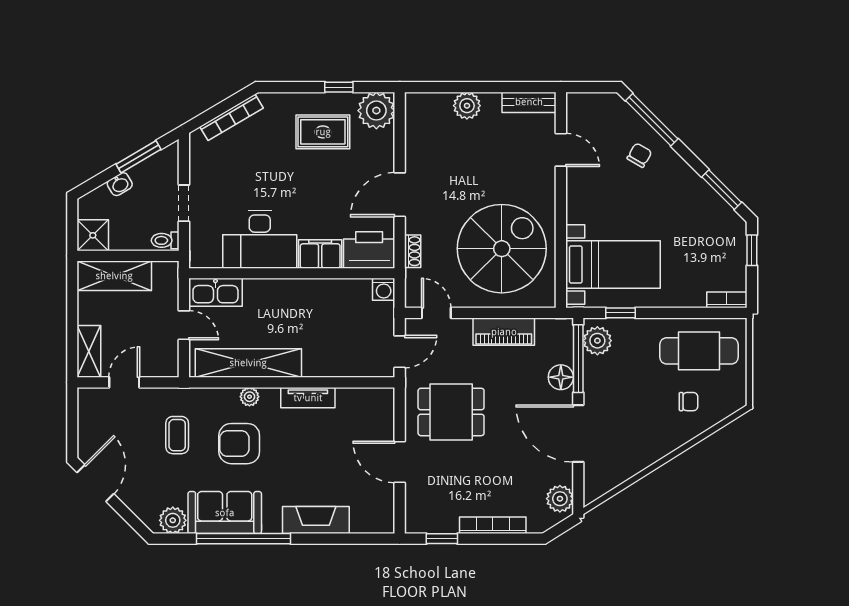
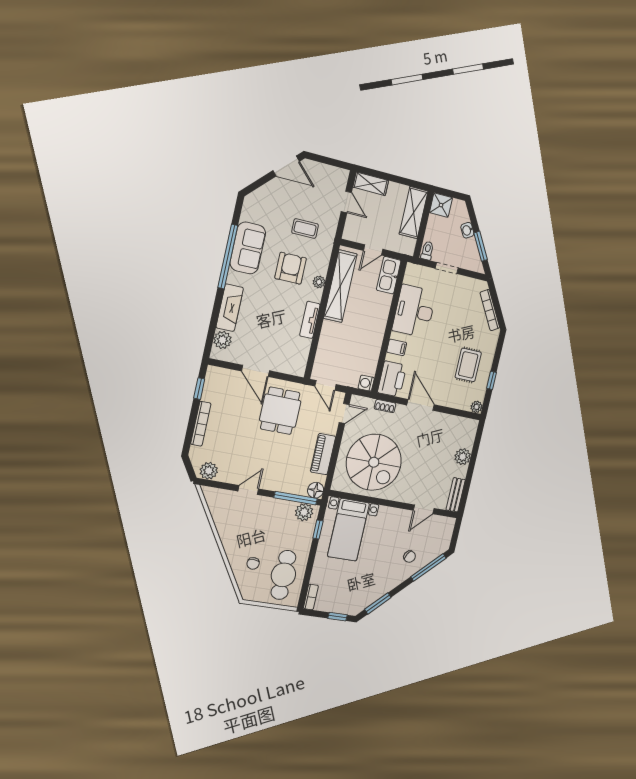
plant: (376, 111) -> (476, 407), width x0.53, depth x0.53
filing cabinet: (320, 254) -> (397, 347), width x0.50
floor lamp: (561, 377) -> (316, 490), moved
door: (578, 434) -> (248, 490), width x0.53
door: (400, 462) -> (256, 371), swing flipped
plant: (173, 520) -> (222, 340), moved

